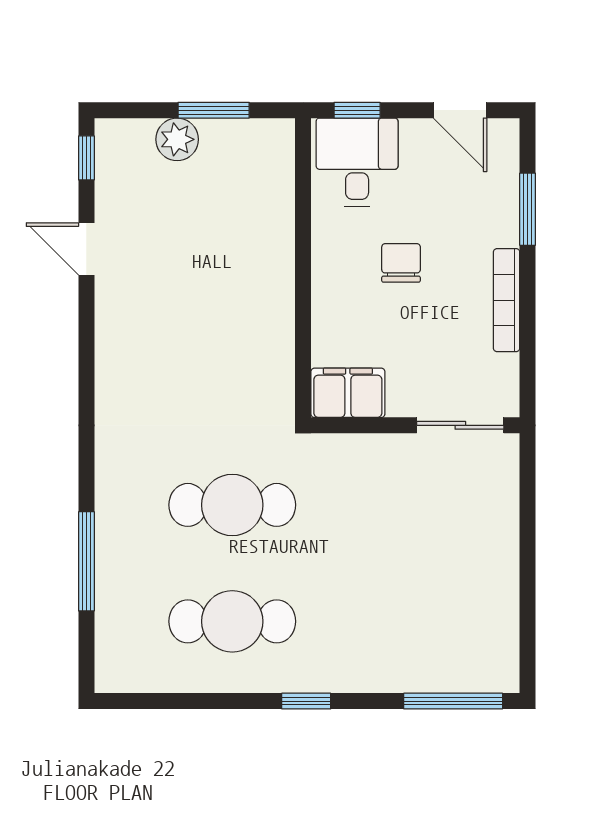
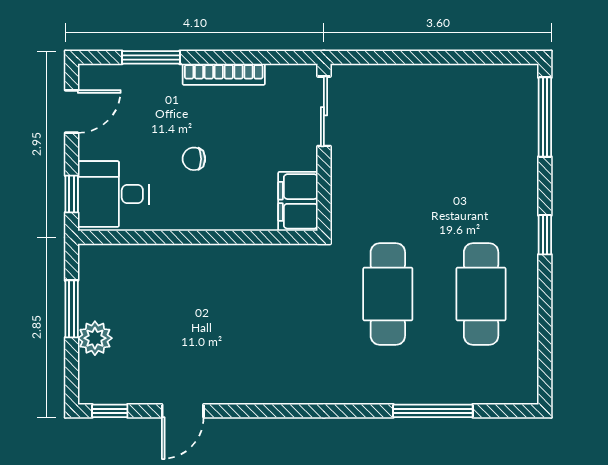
chair: (401, 263) -> (194, 159), width x0.73, depth x0.73

